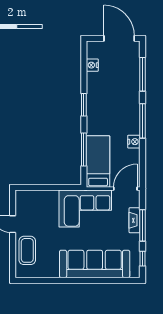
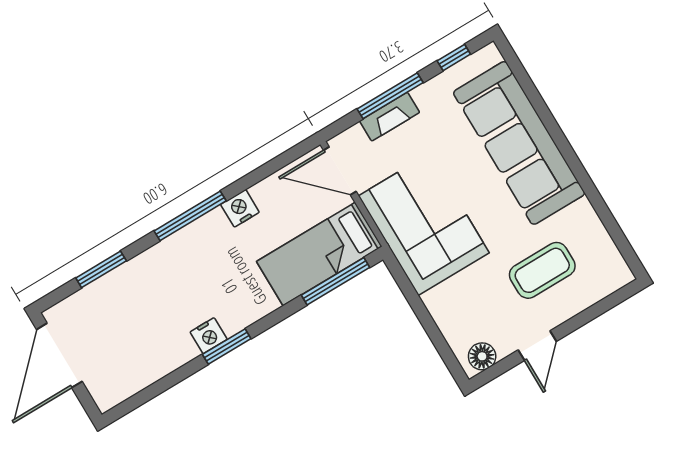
nightstand: (92, 65) -> (209, 336), moved
window: (143, 74) -> (101, 269), width x0.69
window: (84, 150) -> (335, 281), moved
floor lamp: (21, 200) -> (482, 356), added
coffee table: (27, 250) -> (542, 270), moved

